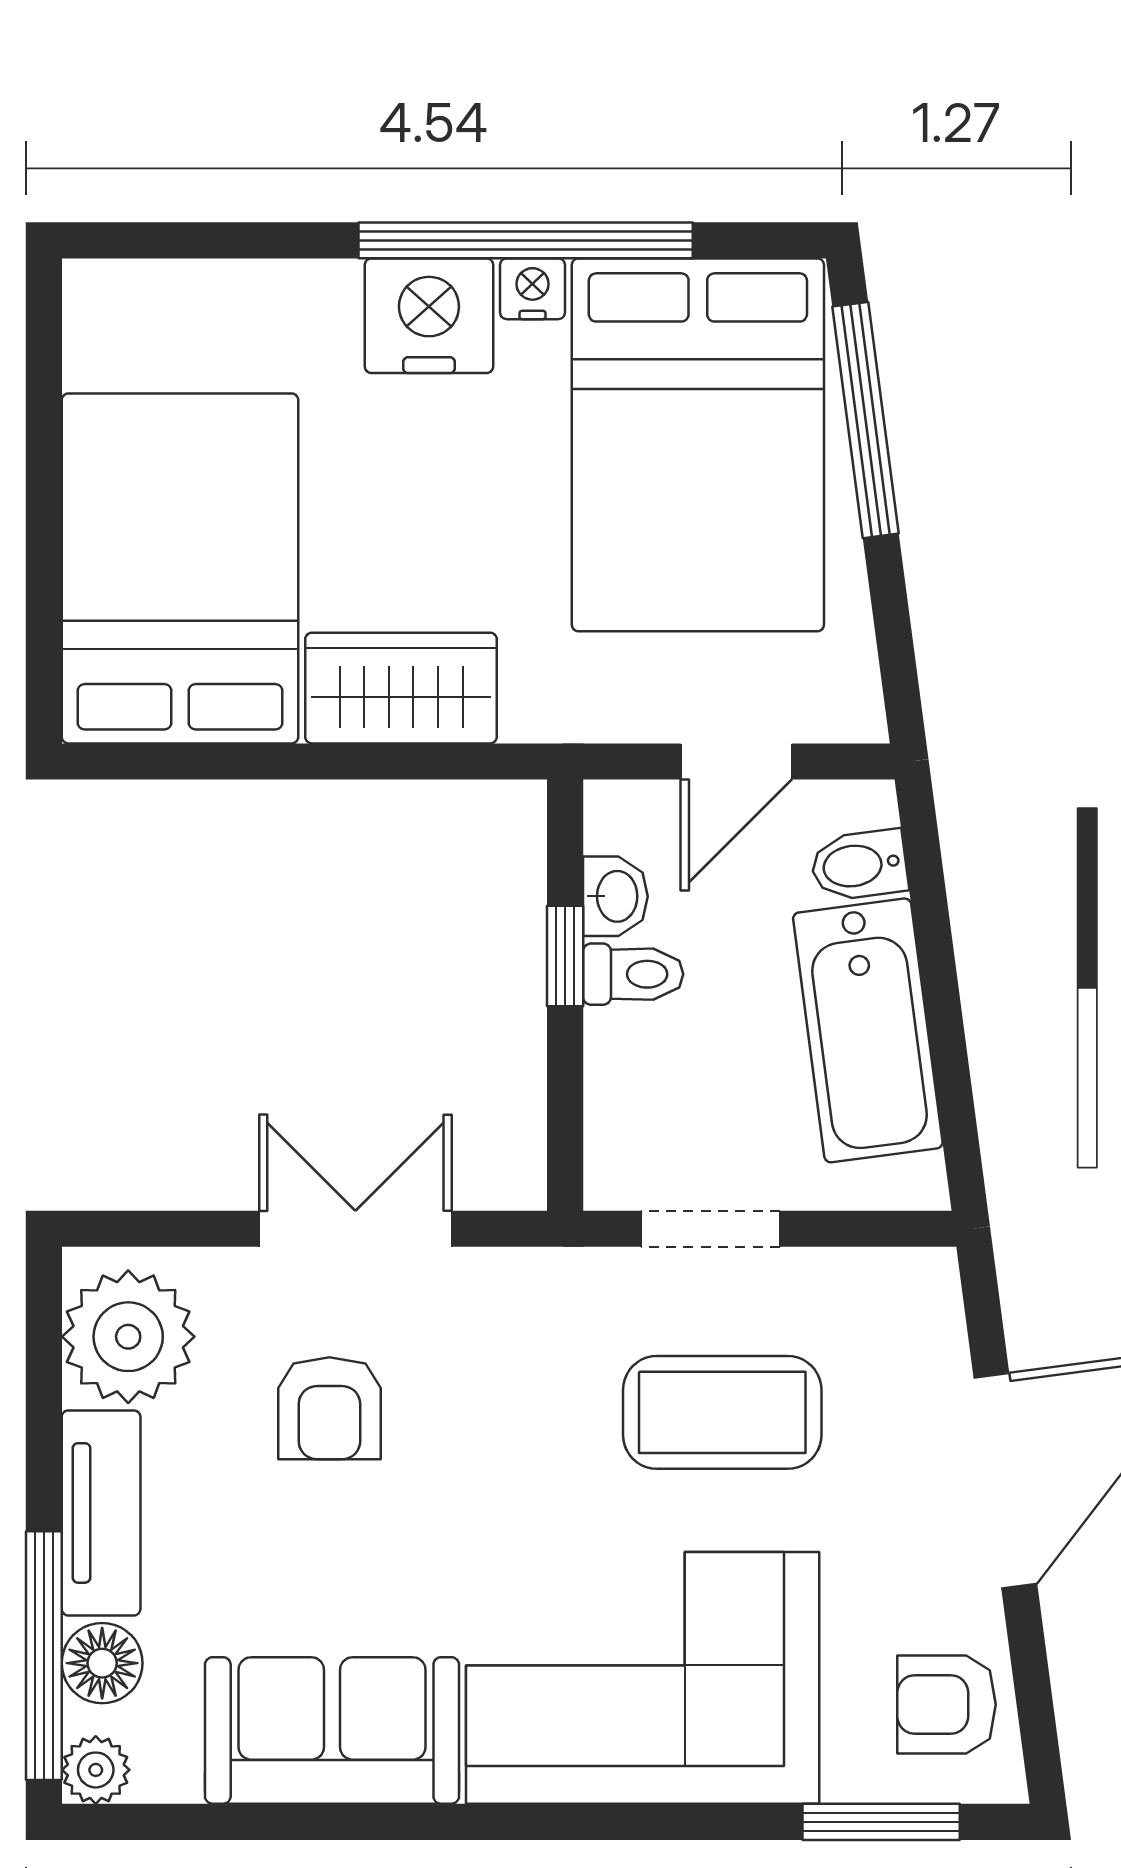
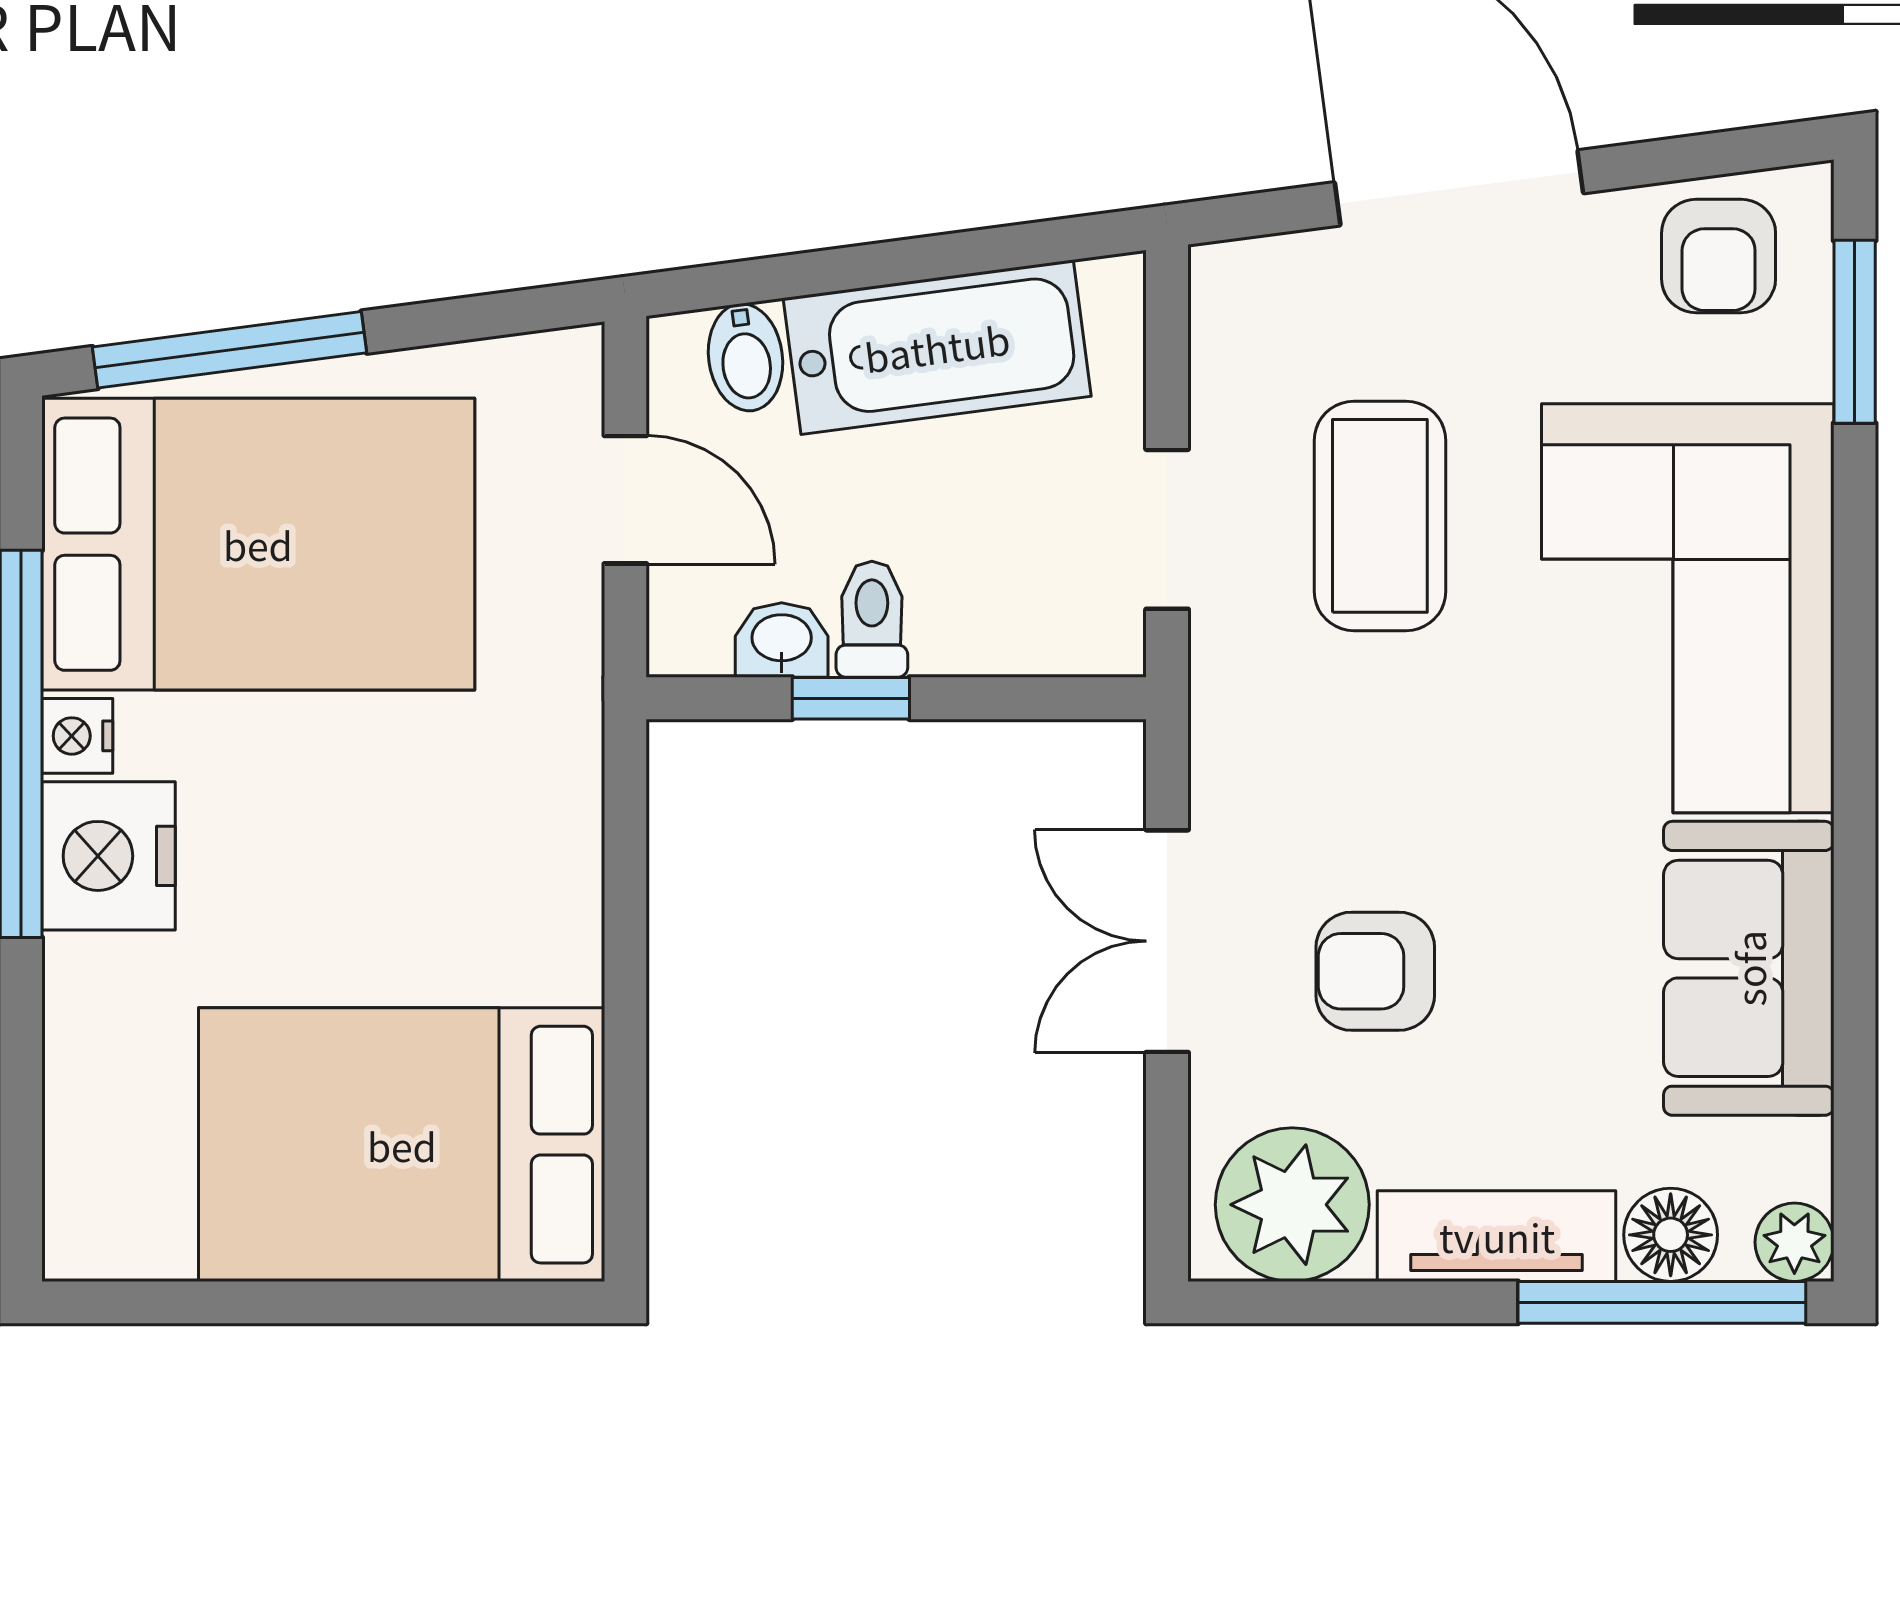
wardrobe: (401, 688) -> (540, 888), removed
armchair: (329, 1408) -> (1375, 971), turned 180

